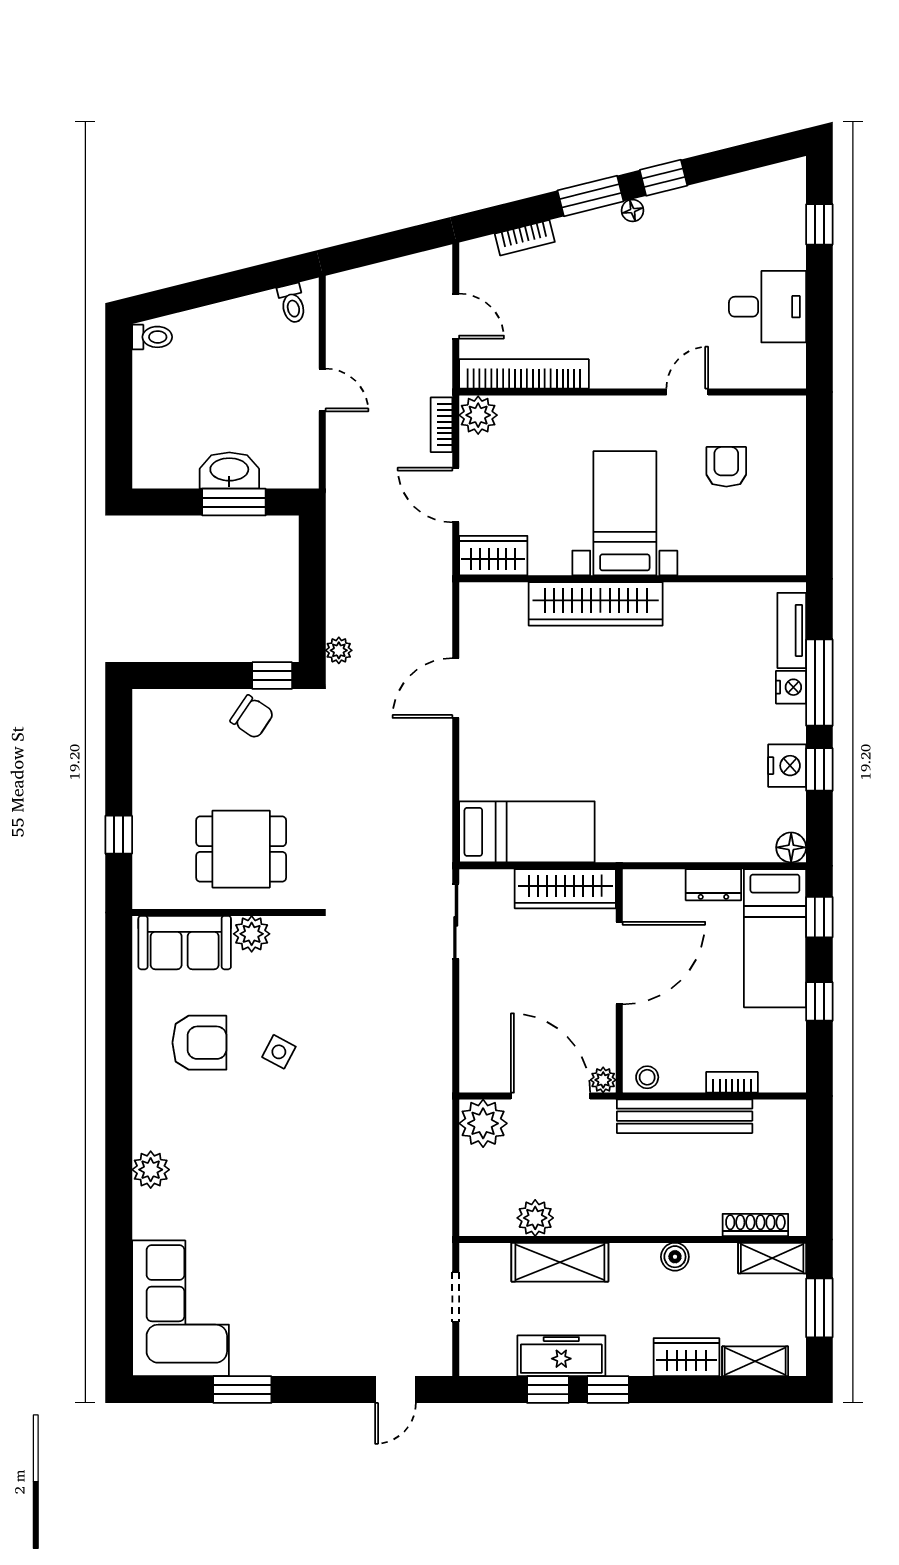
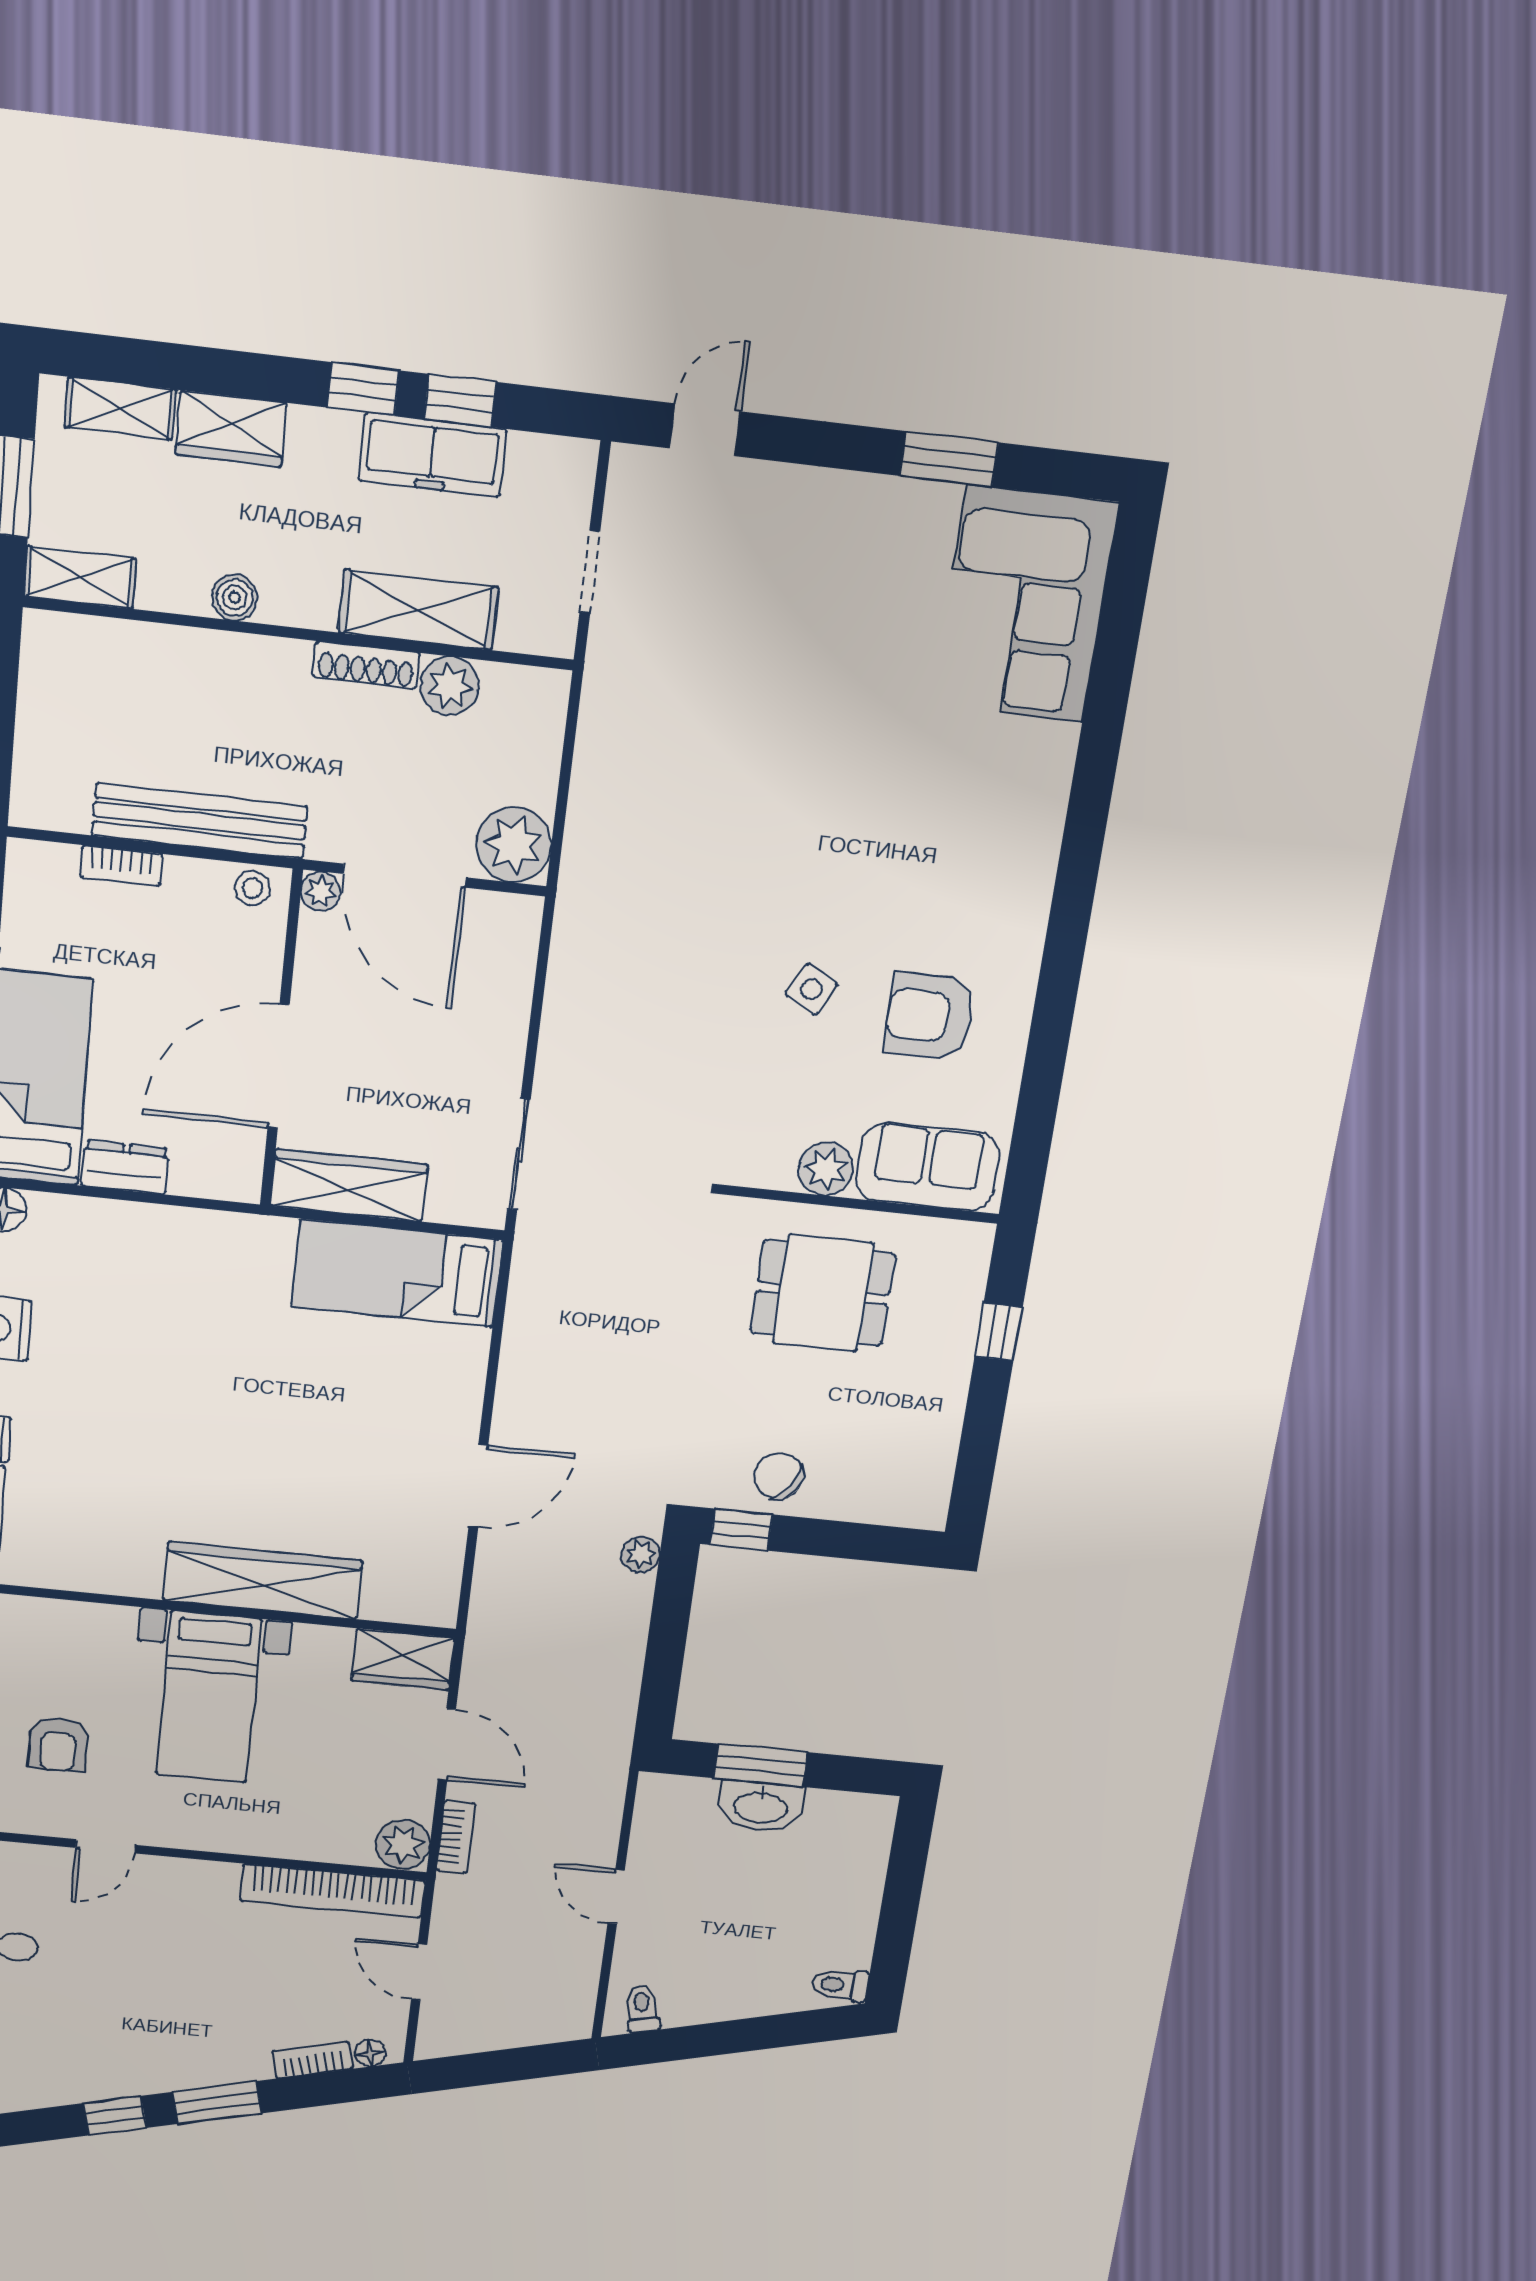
floor lamp: (633, 211) -> (370, 2053), moved
plant: (151, 1170) -> (1035, 830), removed
shoe rack: (755, 1225) -> (366, 665), moved

